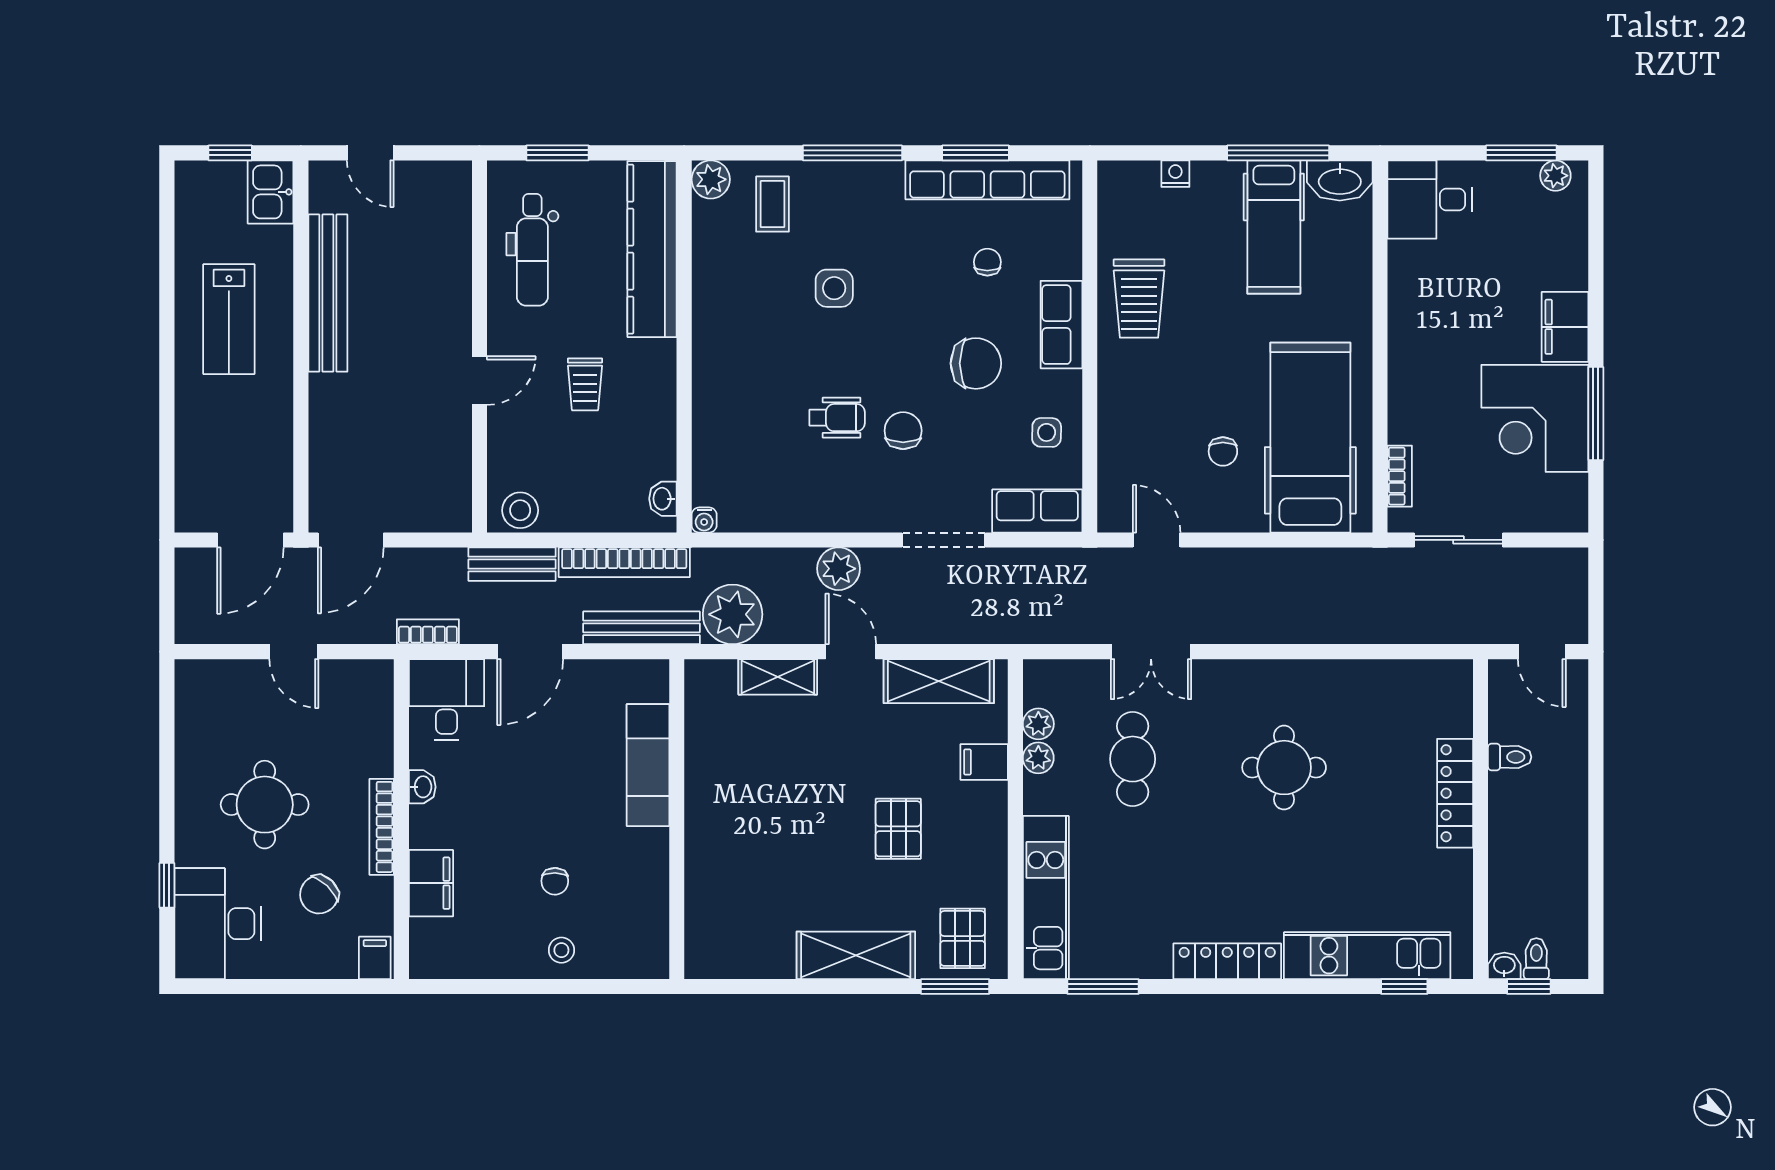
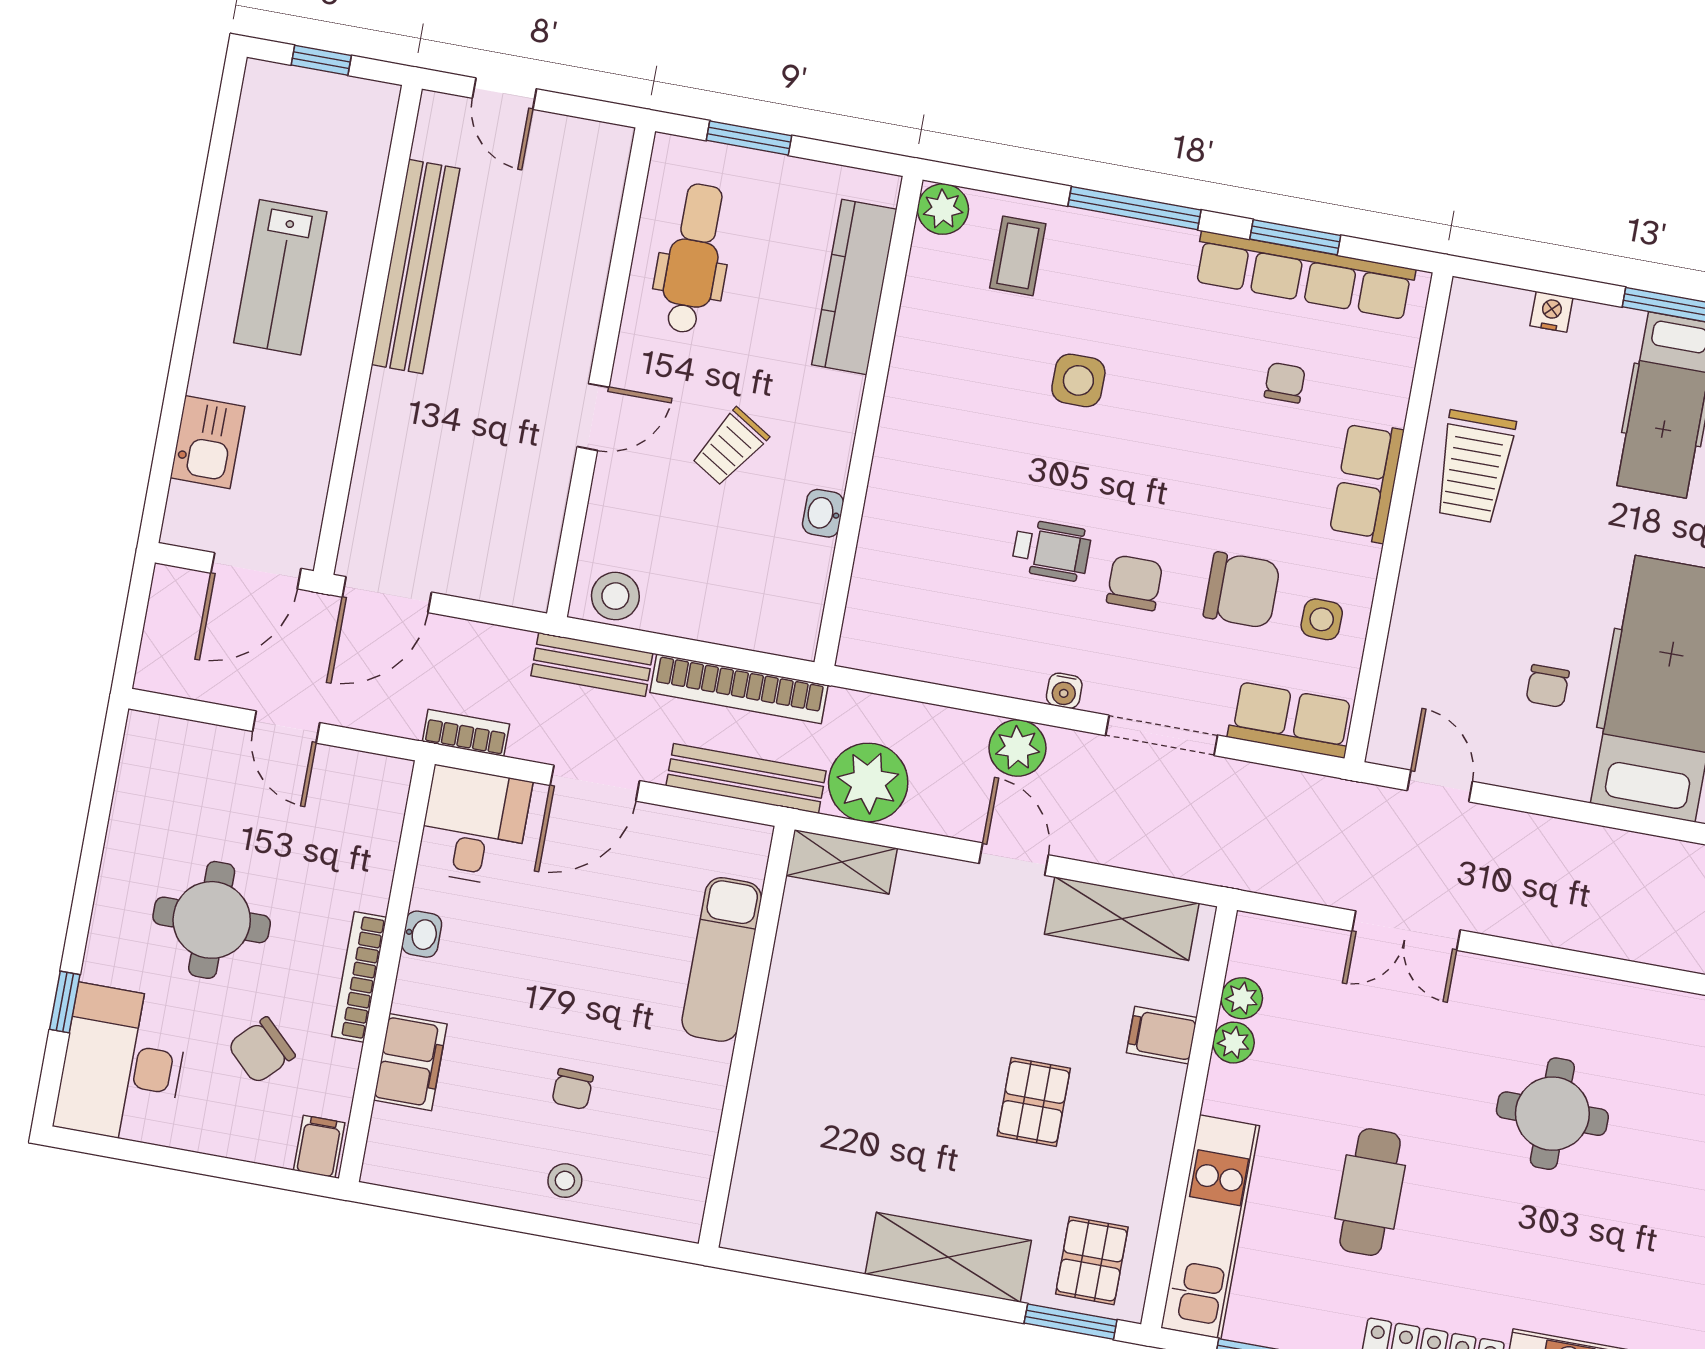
kitchen sink: (271, 192) -> (207, 442), moved, turned 180
kitchen counter: (652, 249) -> (854, 287), width x0.72, depth x0.86
dental chair: (532, 250) -> (693, 258), turned 180
chair: (976, 363) -> (1242, 590), moved
trolley: (585, 384) -> (730, 447), turned 32
washbasin: (663, 499) -> (823, 513), moved
water cooler: (704, 520) -> (1064, 691), moved
shelving: (778, 677) -> (842, 862), moved
cafe table: (1133, 759) -> (1370, 1192), moved

